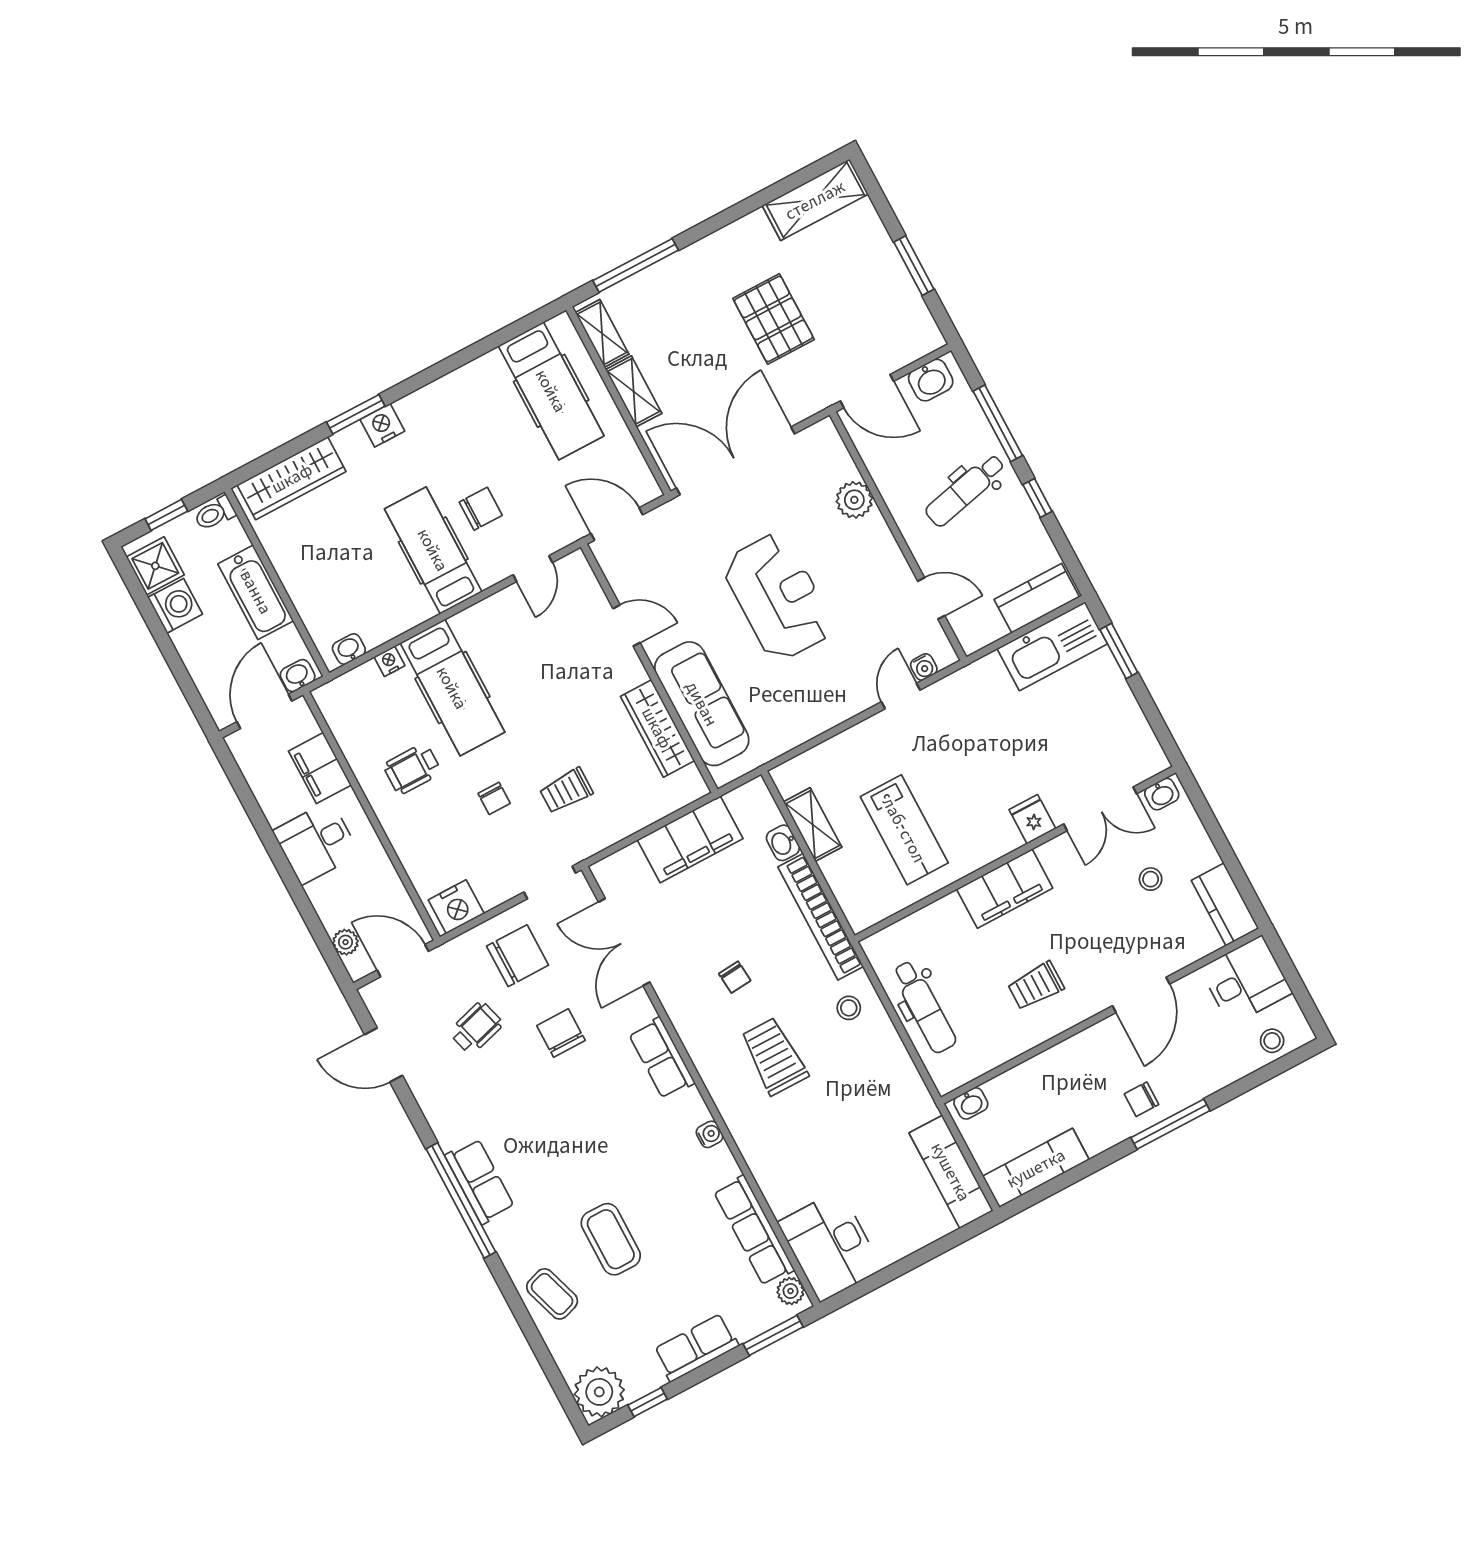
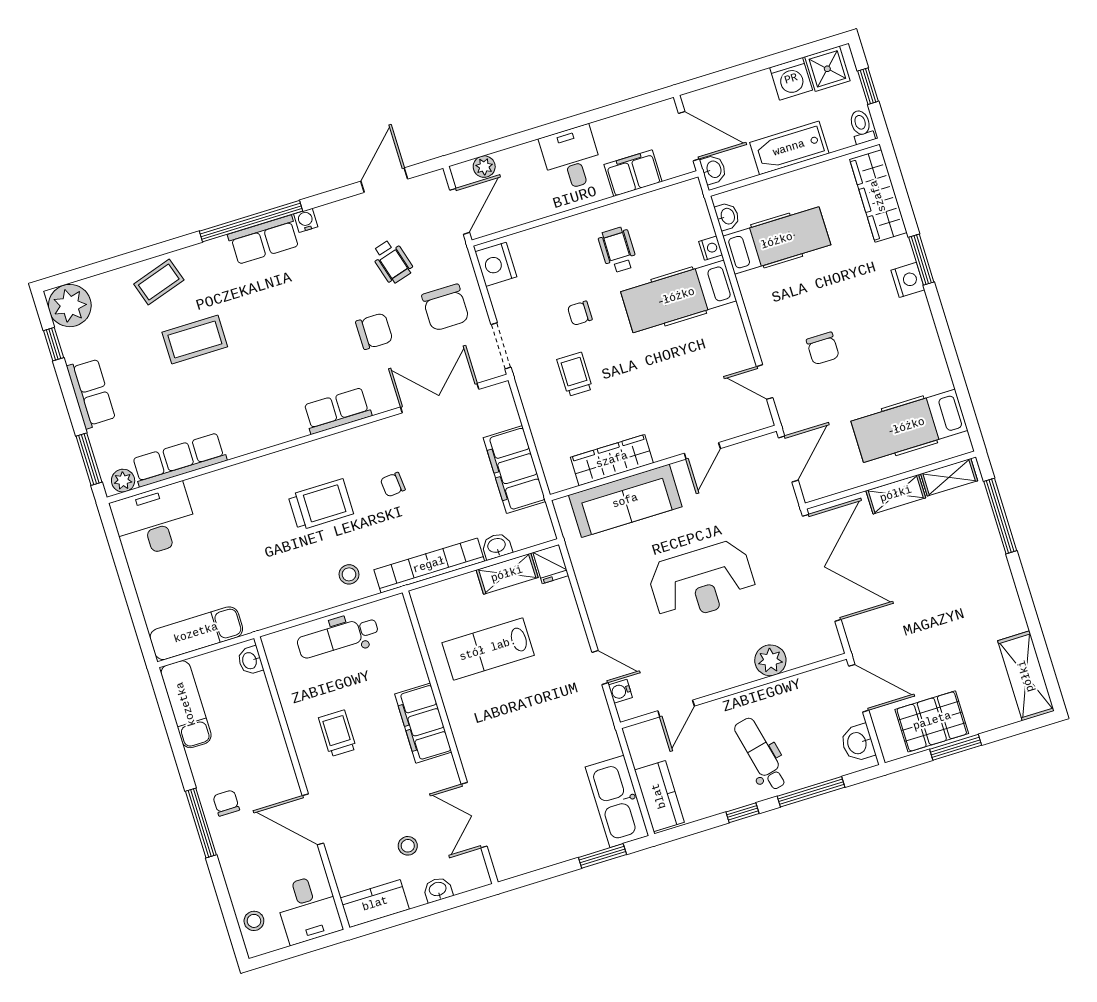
pallet: (774, 319) -> (932, 721), moved
door: (867, 391) -> (859, 688), swing flipped
hospital bed: (433, 550) -> (777, 241), moved
washbasin: (1162, 794) -> (438, 890), moved, turned 90
fridge: (1032, 819) -> (551, 564), moved, turned 90
water cooler: (710, 1134) -> (306, 220), moved, turned 180

